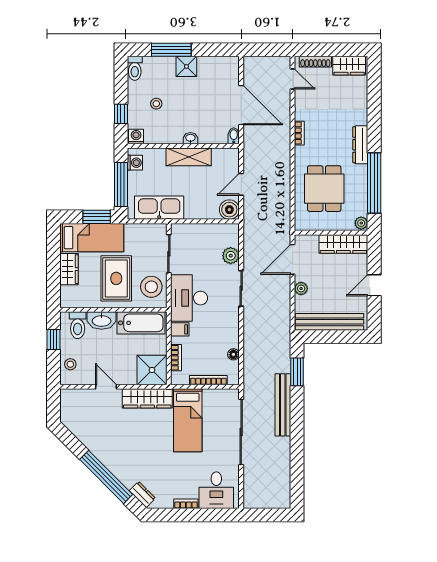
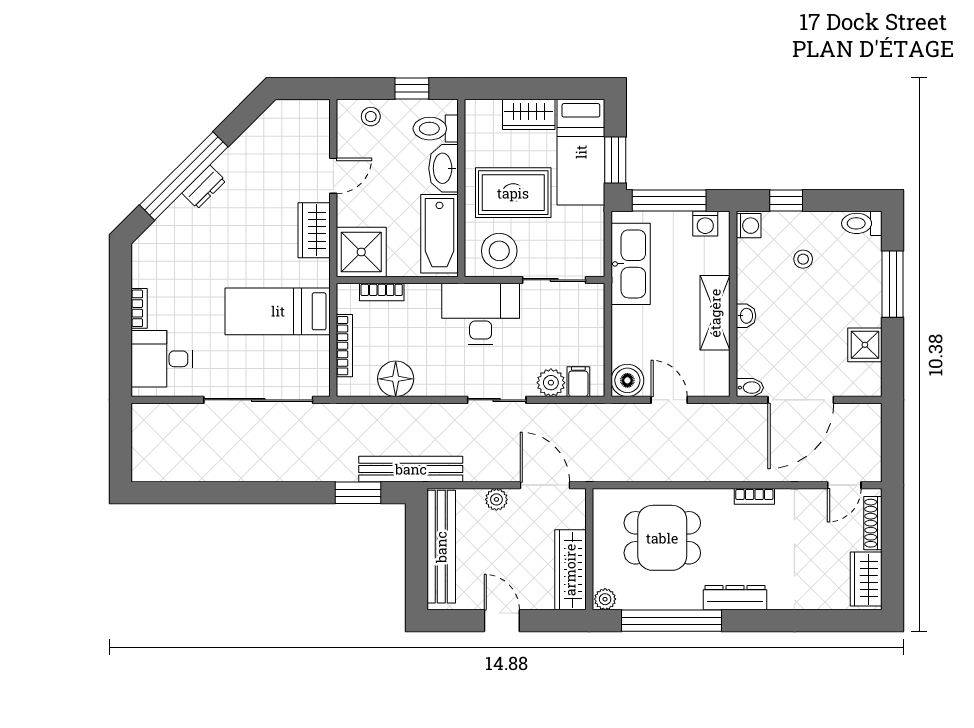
shower: (186, 66) -> (865, 345), moved
filing cabinet: (180, 329) -> (578, 382), moved, turned 180
floor lamp: (233, 354) -> (396, 379), width x1.89, depth x1.89
wardrobe: (147, 398) -> (314, 230), width x0.67
bench: (283, 405) -> (411, 469), moved
dresser: (142, 494) -> (204, 187), moved

